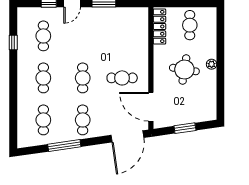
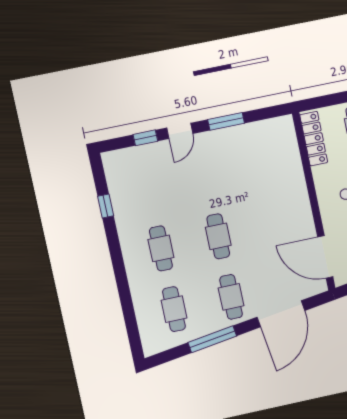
cafe table: (43, 36) -> (148, 187), removed
cafe table: (122, 78) -> (275, 224), removed
door: (127, 136) -> (281, 314), moved

